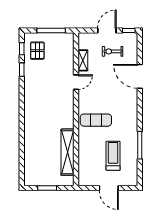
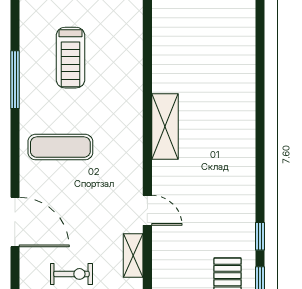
door: (76, 82) -> (147, 210), swing flipped
exercise mat: (96, 120) -> (60, 147), moved
shelving: (68, 152) -> (165, 127), moved, width x0.68

